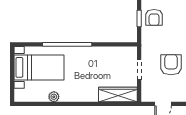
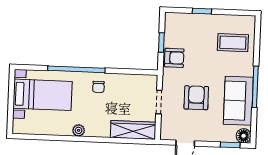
armchair: (154, 17) -> (174, 58), moved, turned -90
chair: (87, 59) -> (98, 87), added
plant: (54, 97) -> (79, 130), moved

